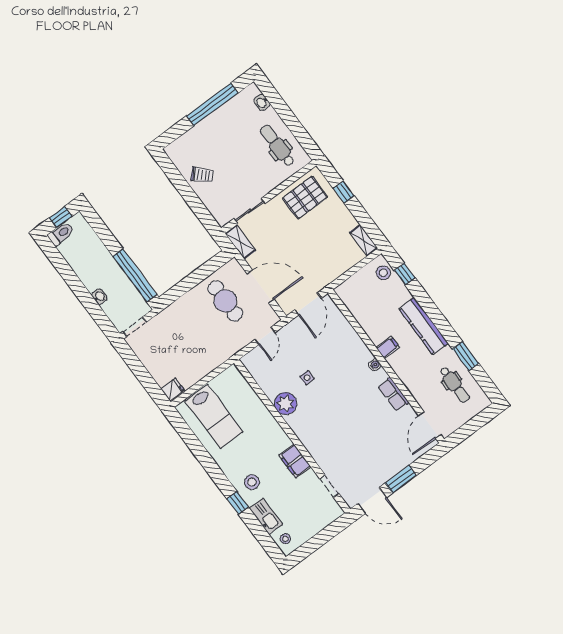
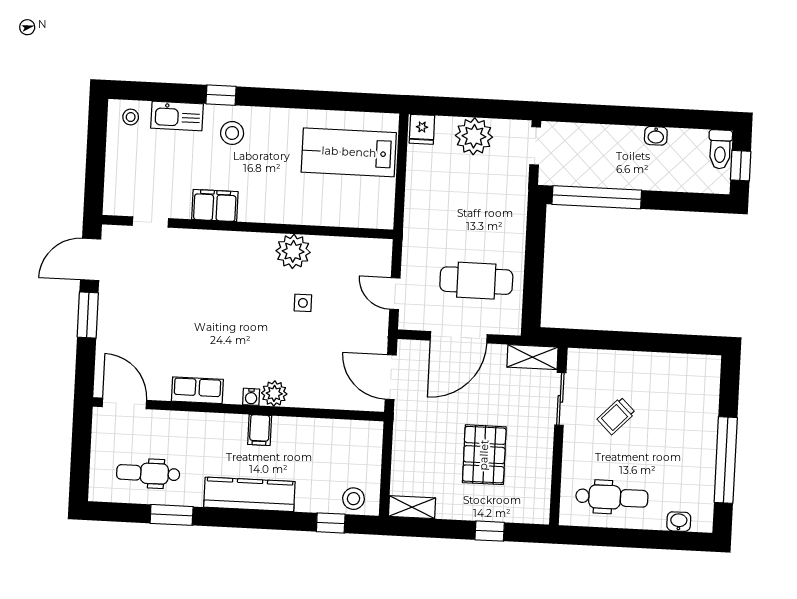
trolley: (202, 175) -> (616, 416), moved
pallet: (305, 198) -> (484, 455), moved
washbasin: (99, 297) -> (656, 136), moved
plant: (364, 355) -> (274, 393), added
plant: (155, 361) -> (474, 136), added

